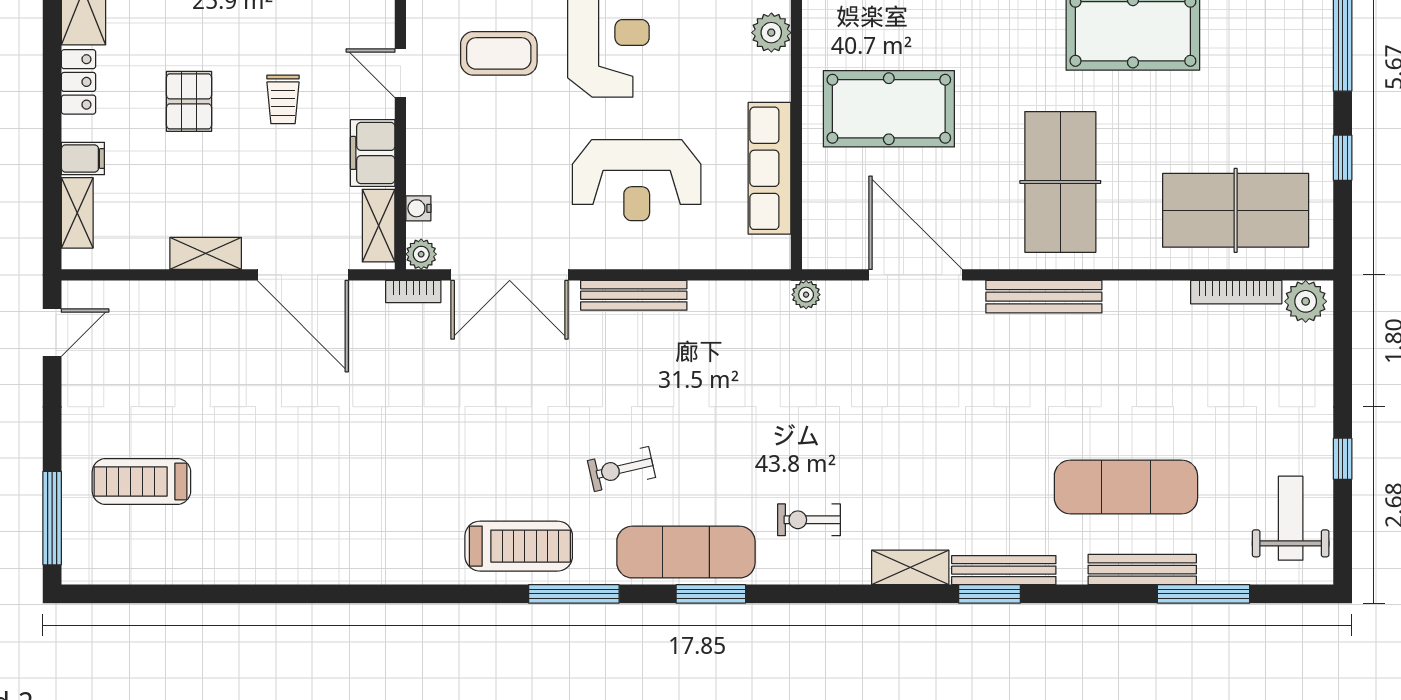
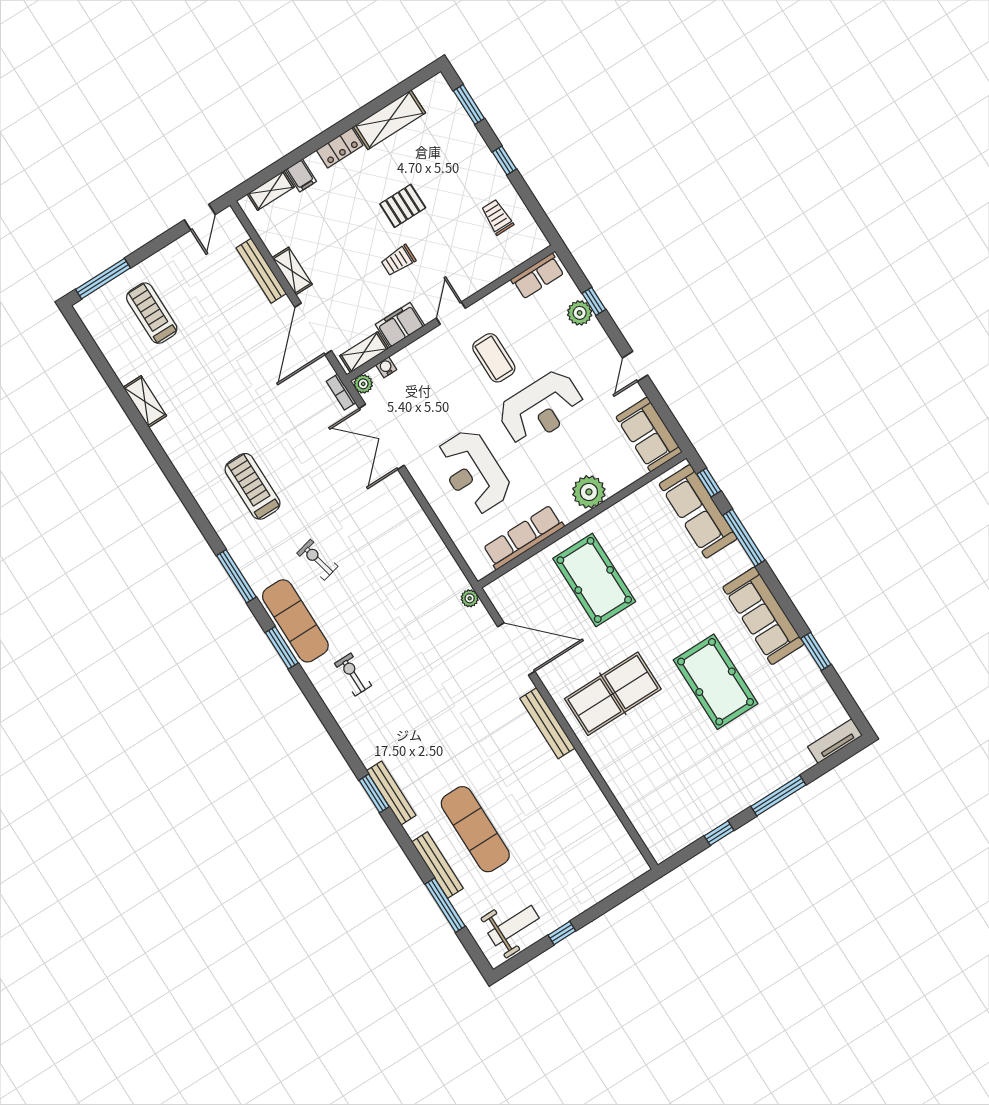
plant: (771, 33) -> (589, 492), width x1.36, depth x1.36
pallet: (189, 101) -> (403, 206), moved
table tennis table: (1236, 210) -> (656, 795), removed
door: (916, 275) -> (516, 649), hinge flipped
bookcase: (1236, 292) -> (614, 822), removed
bench: (634, 295) -> (261, 271), moved
plant: (1306, 301) -> (632, 862), removed
door: (52, 333) -> (200, 217), hinge flipped
treadmill: (519, 546) -> (252, 486), moved, turned 180
shelving: (910, 567) -> (145, 401), moved

